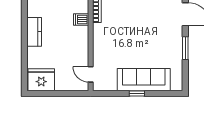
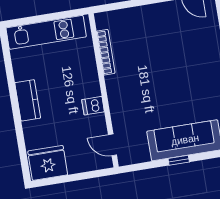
dishwasher: (81, 19) -> (93, 106), moved

